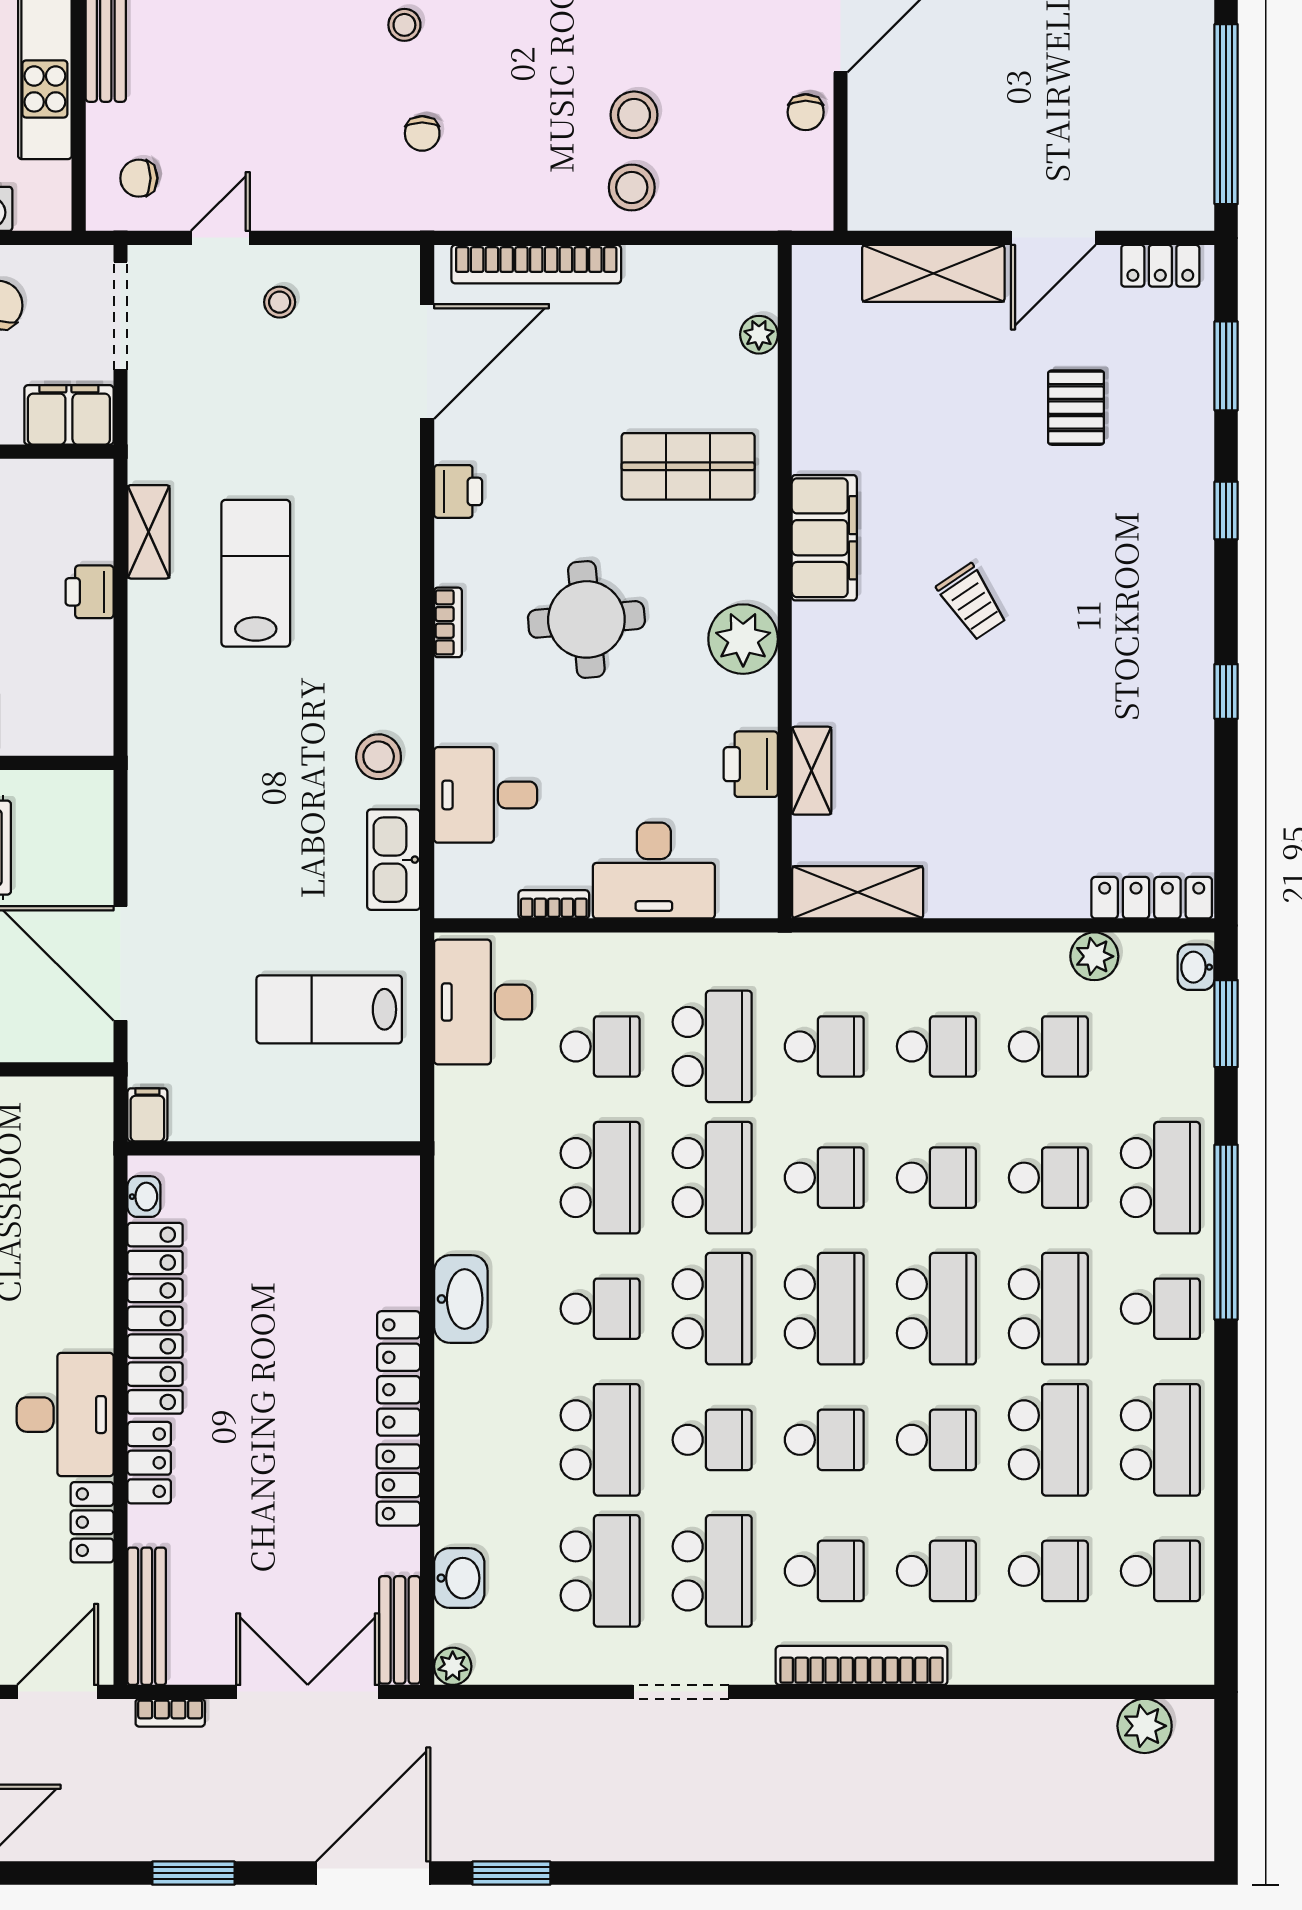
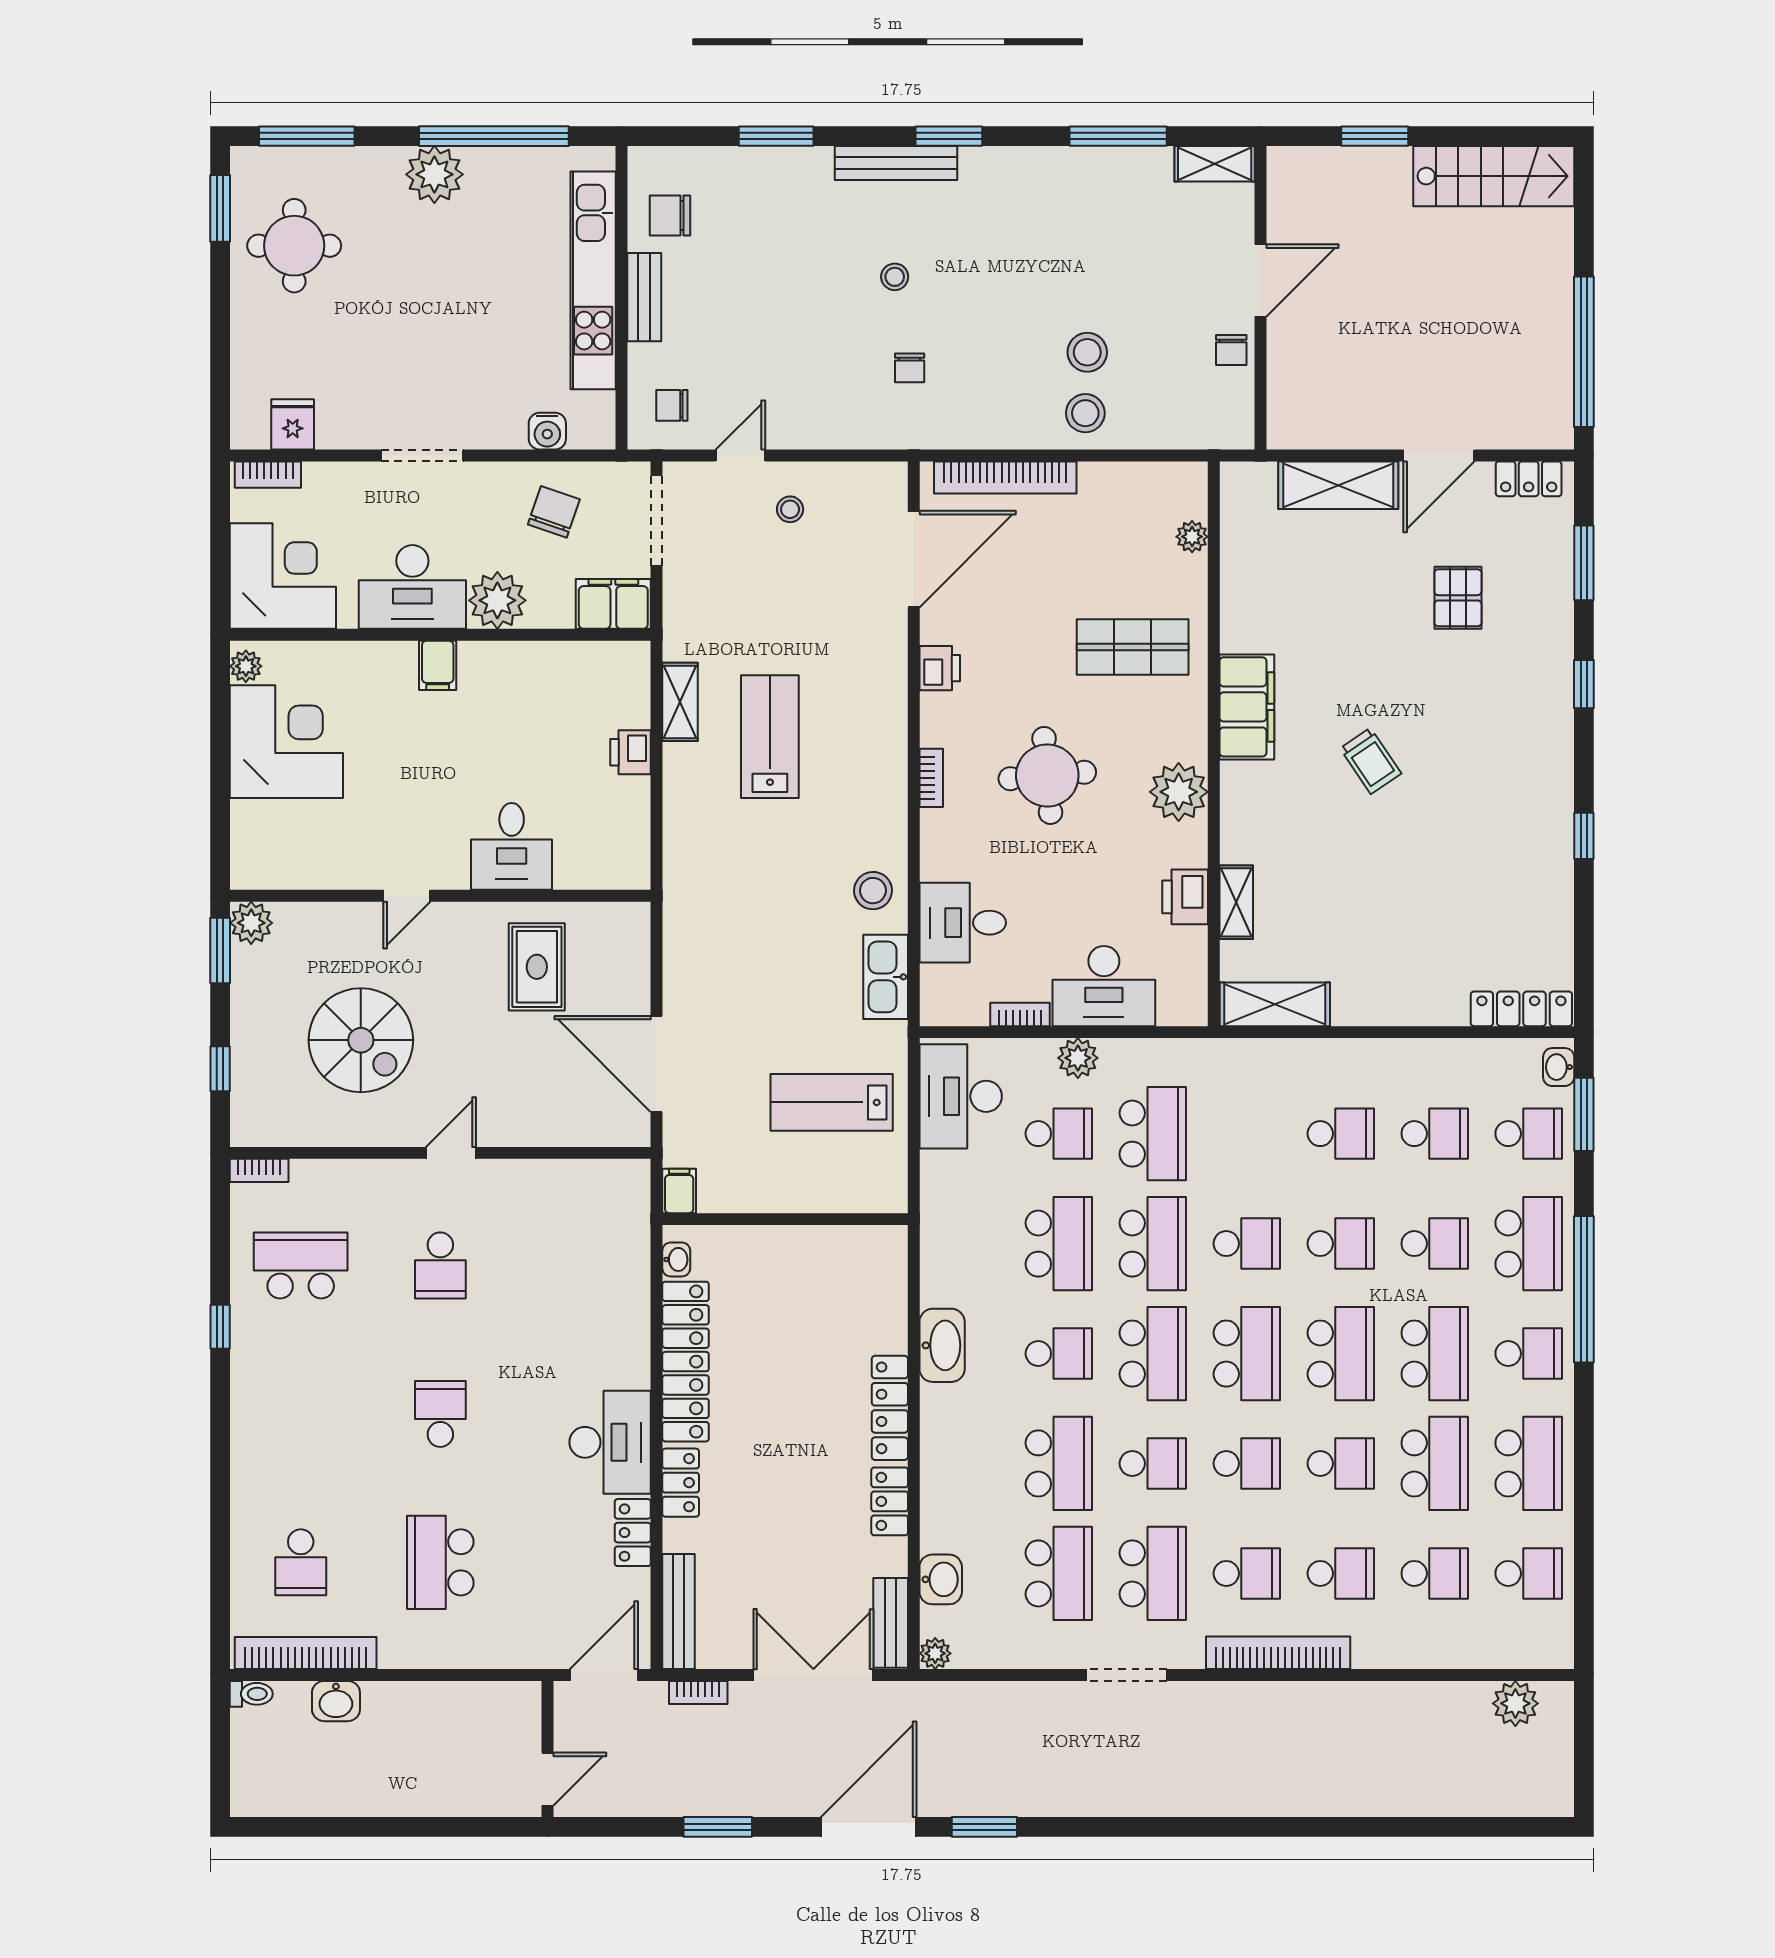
plant: (1094, 956) -> (1078, 1058), moved
school desk: (824, 1046) -> (1529, 1134), moved

